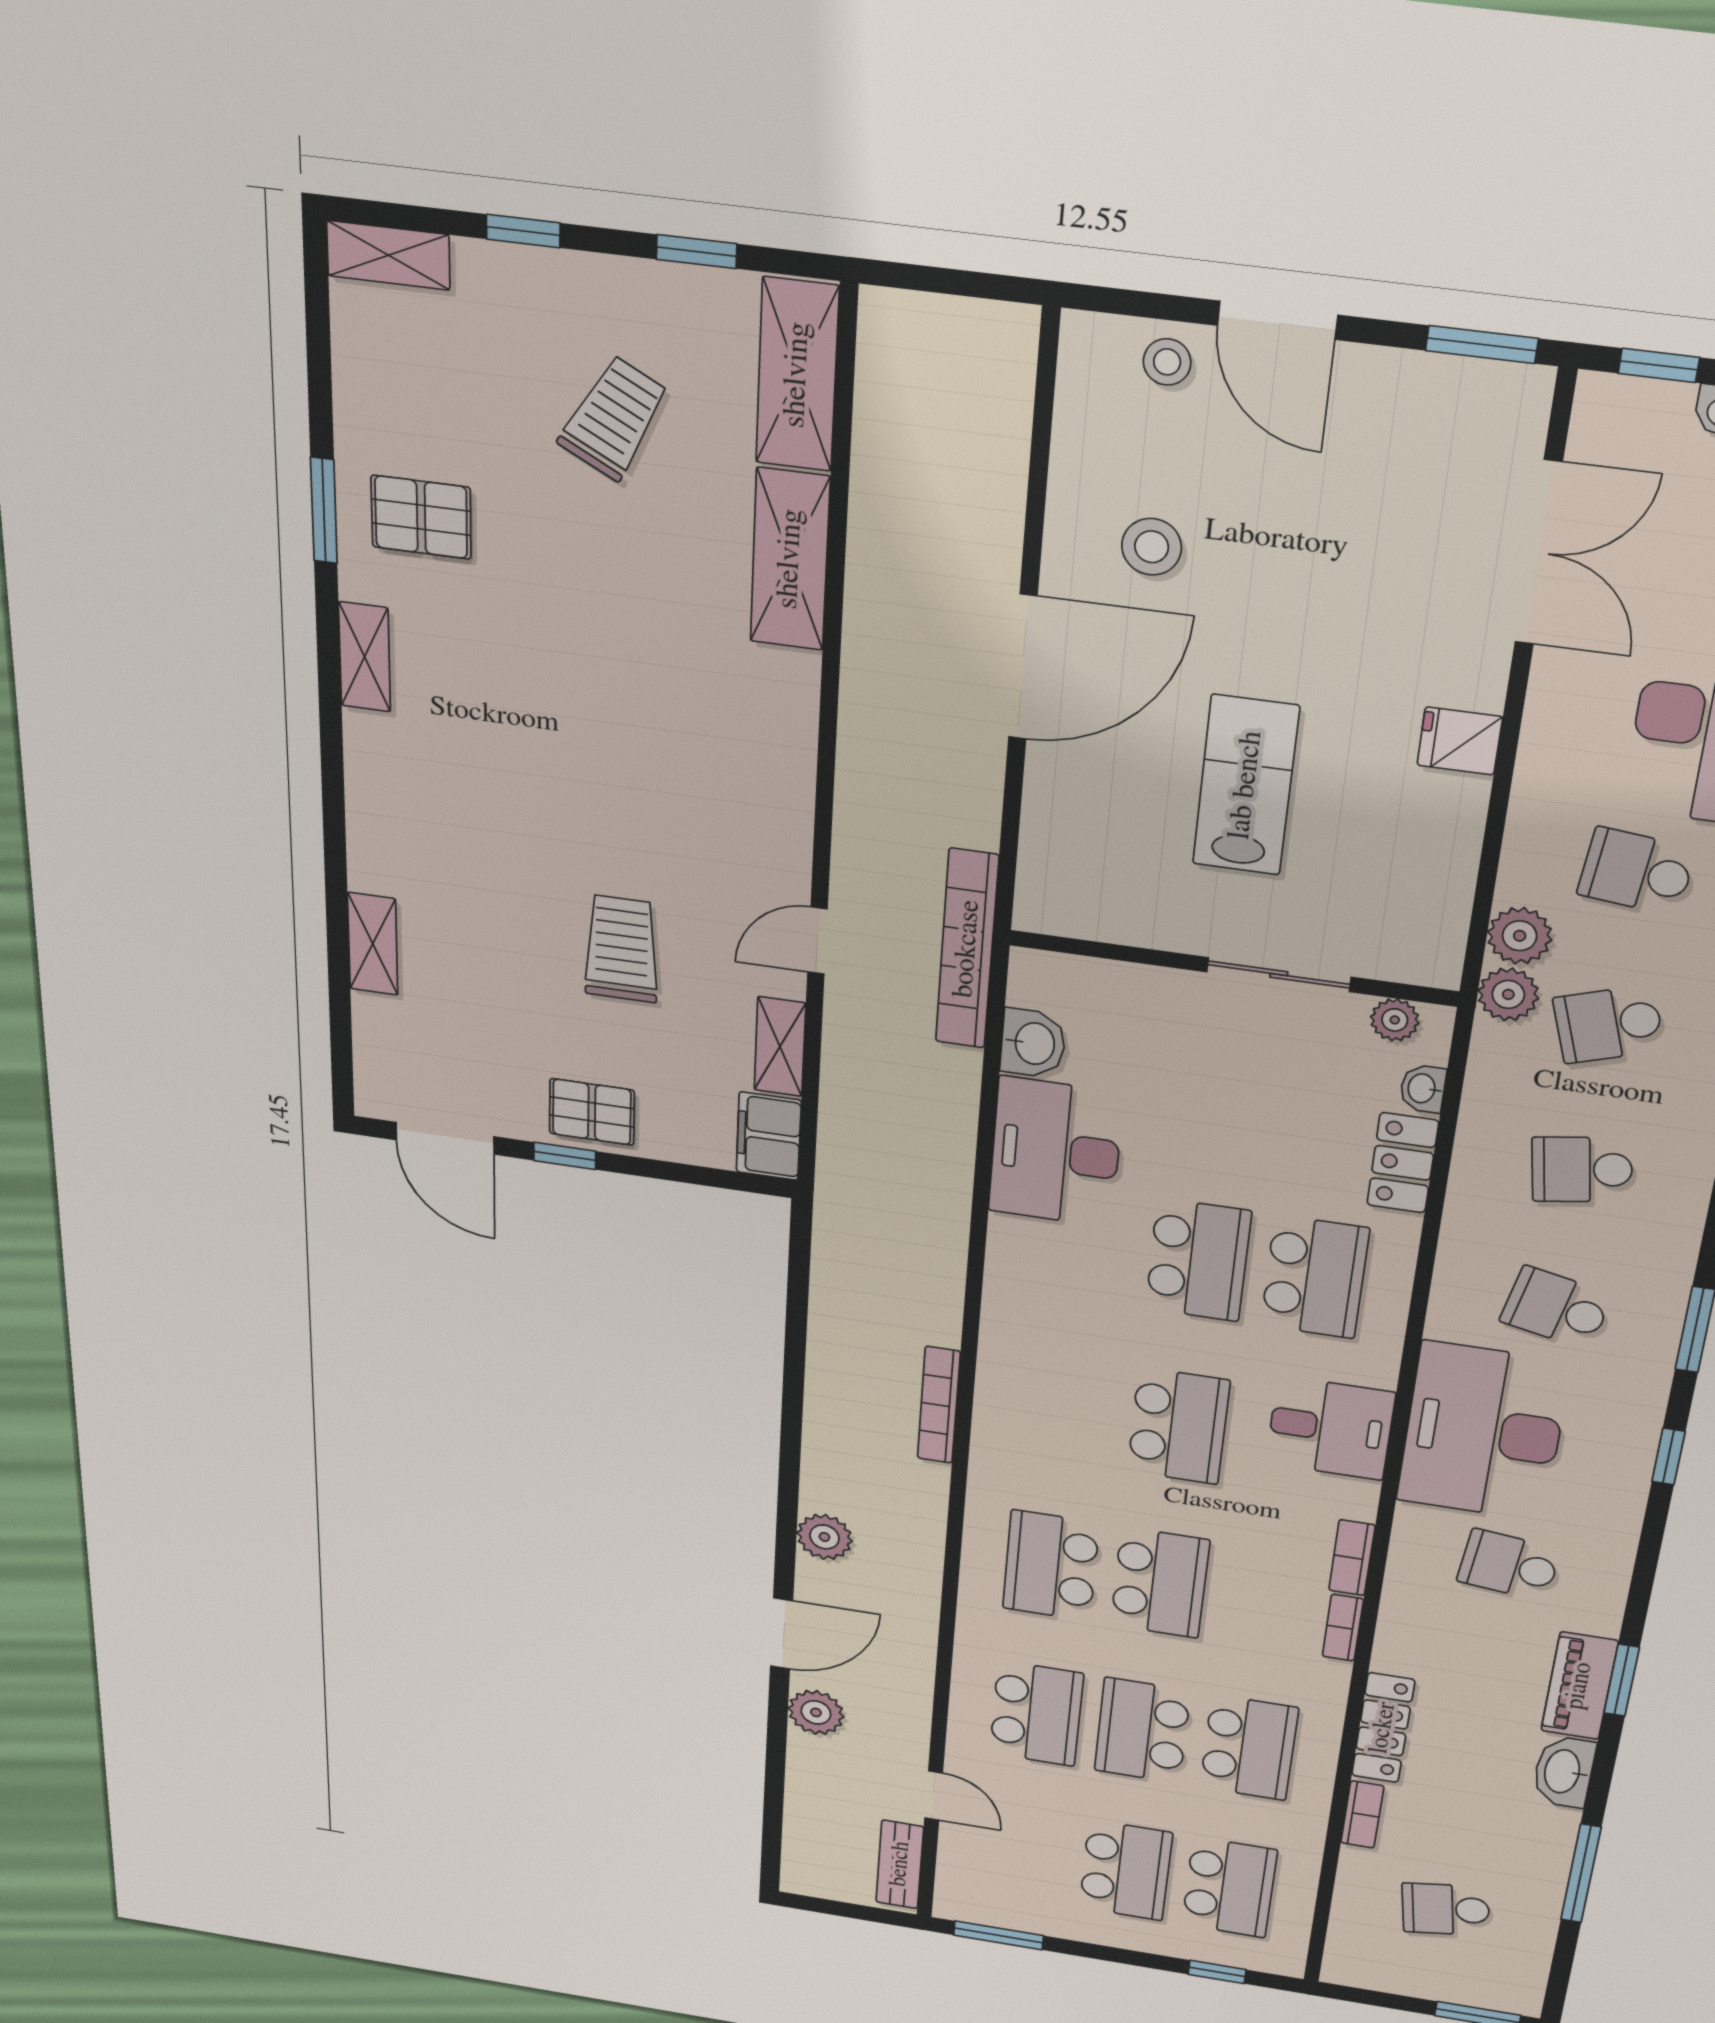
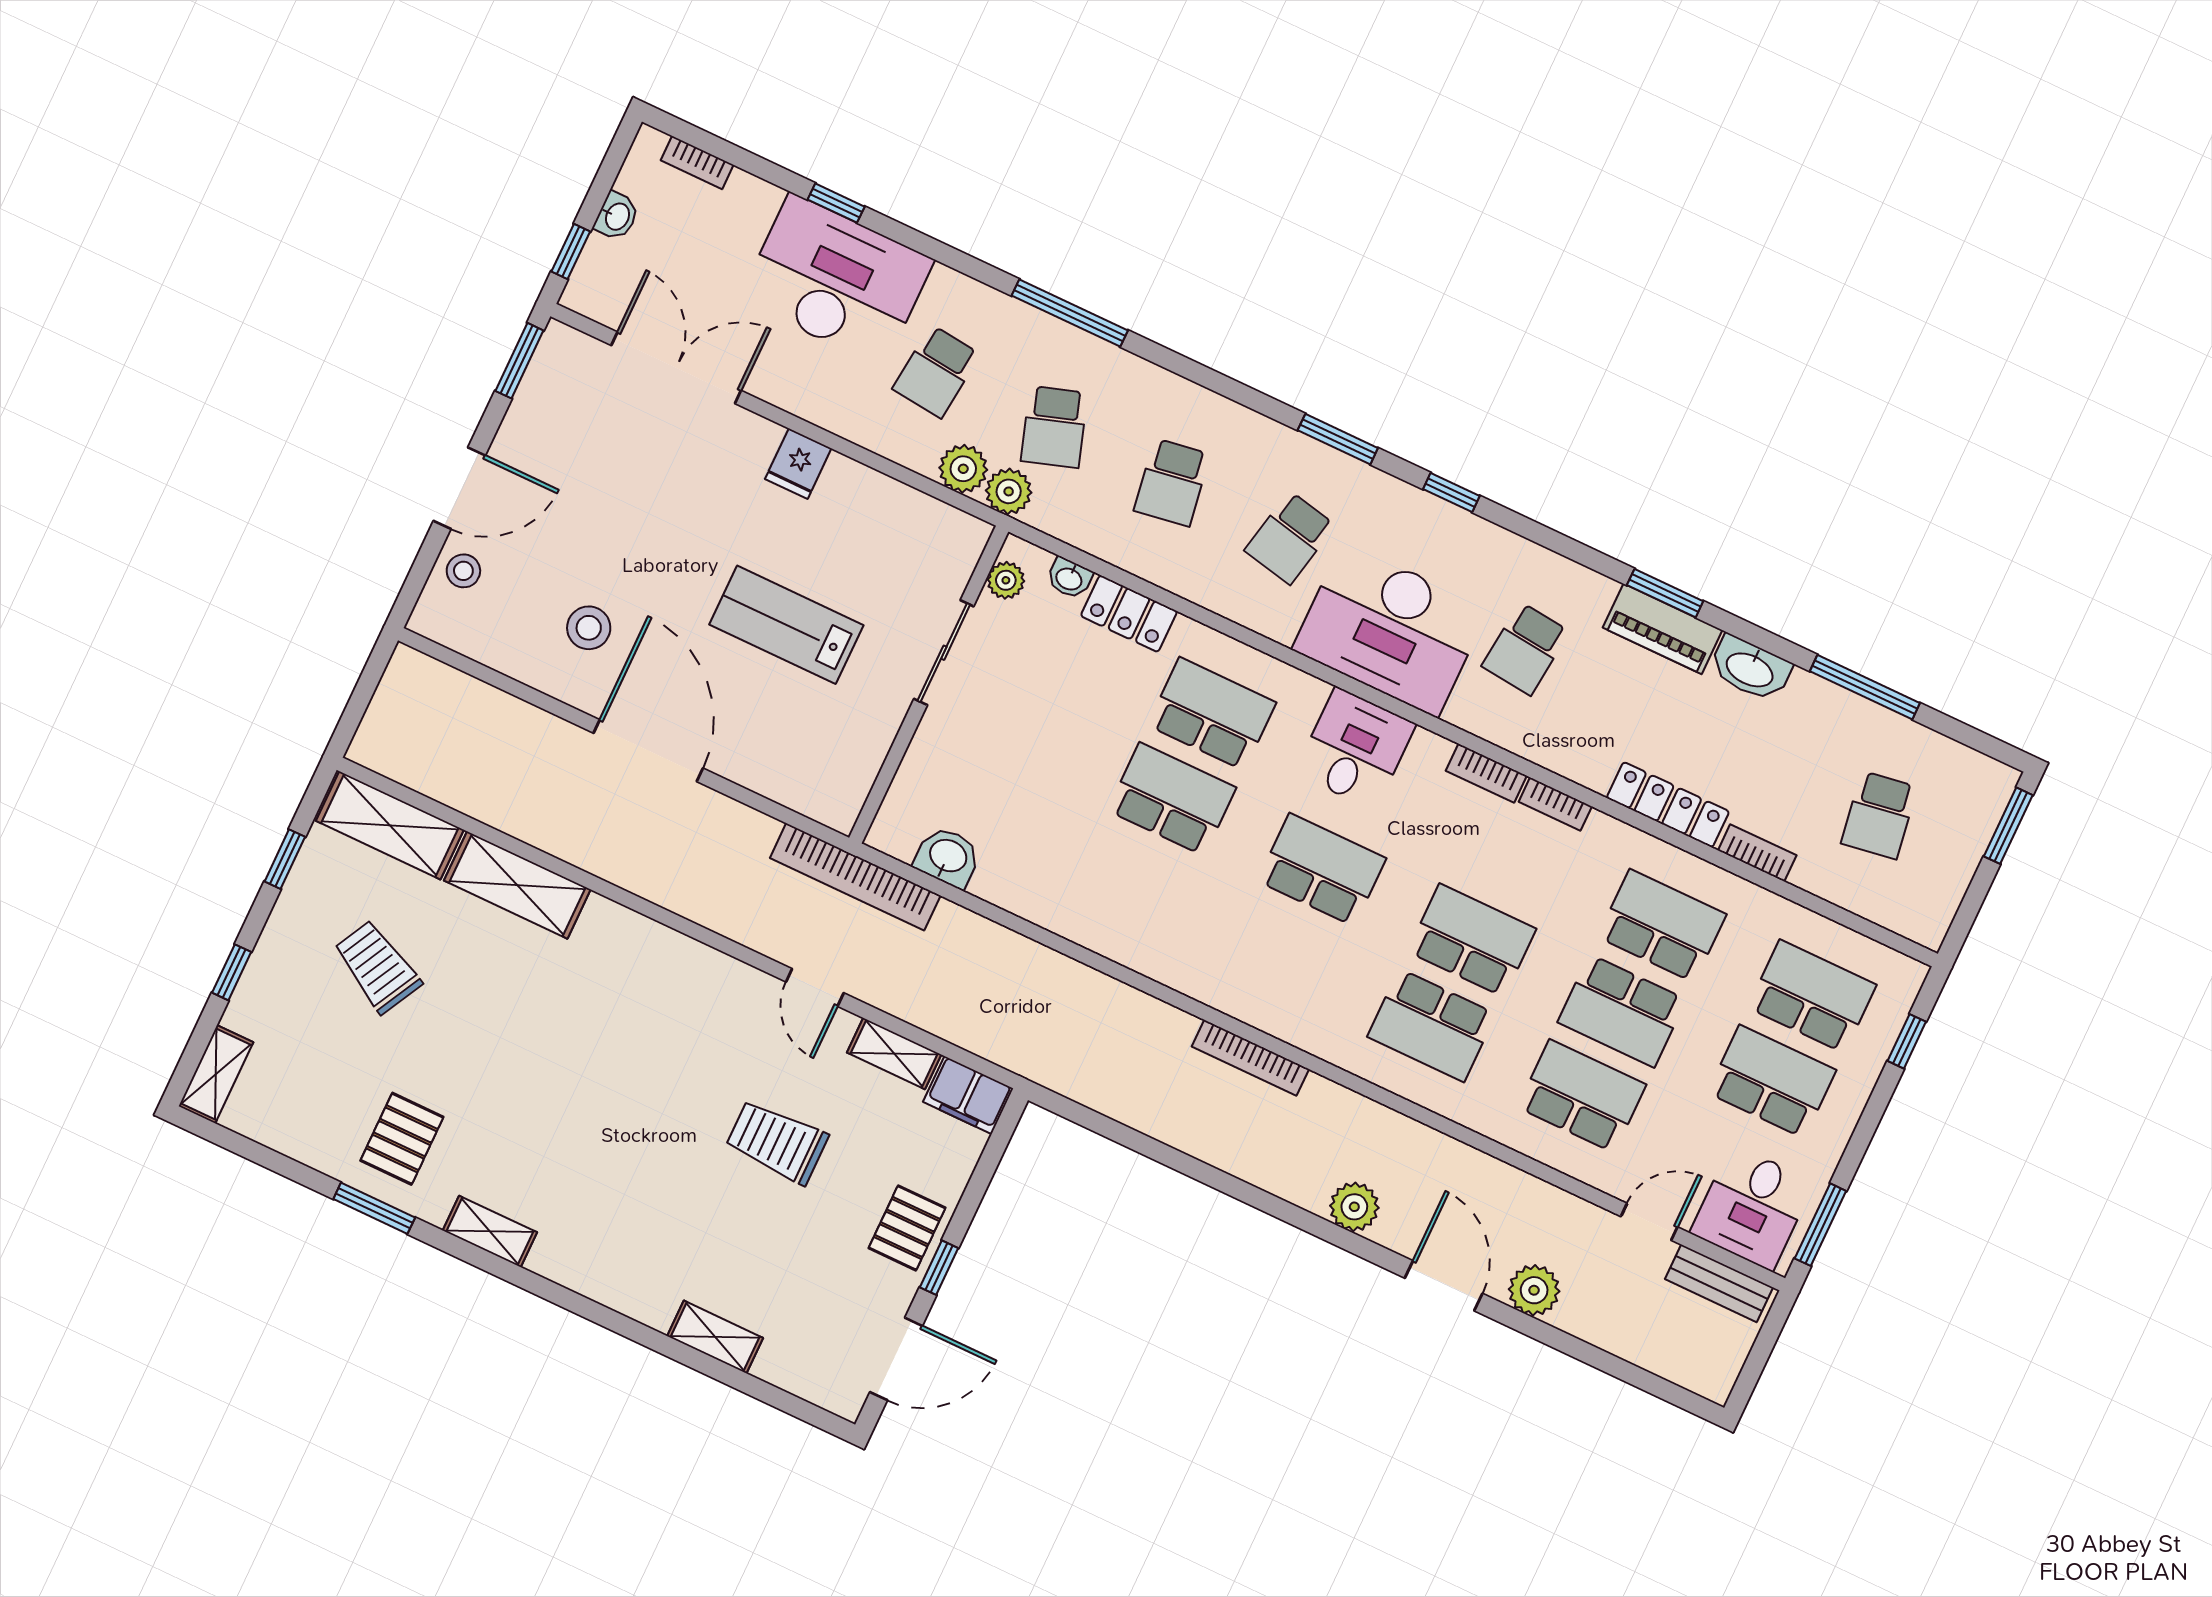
desk: (1056, 1152) -> (1752, 1207), moved, width x0.73

